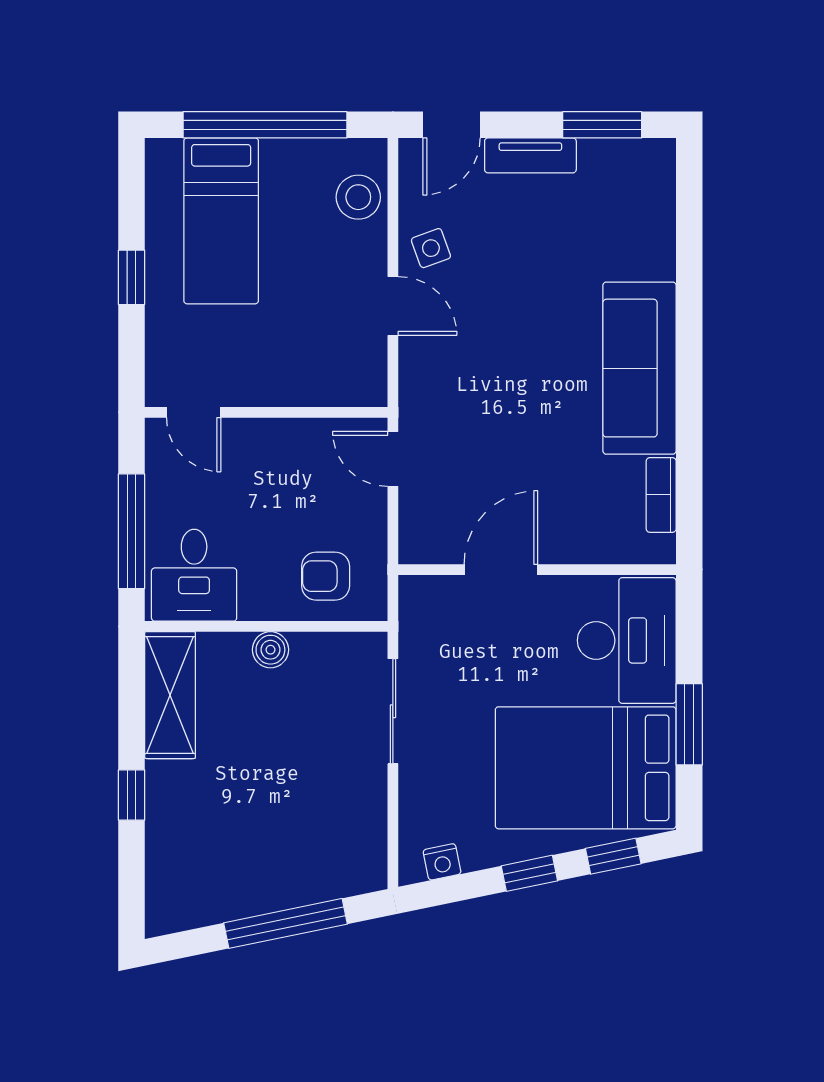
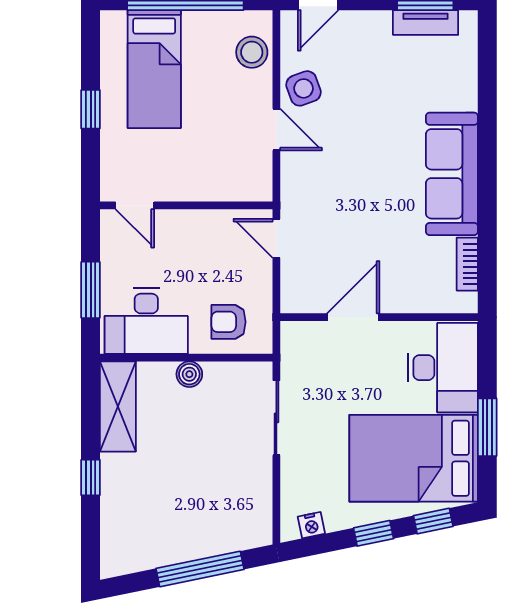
tv unit: (530, 155) -> (426, 22), moved
side table: (431, 248) -> (304, 88), width x1.37, depth x1.37
window: (132, 531) -> (91, 290), width x0.69
desk: (194, 575) -> (146, 321), width x1.37

